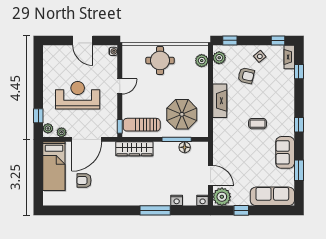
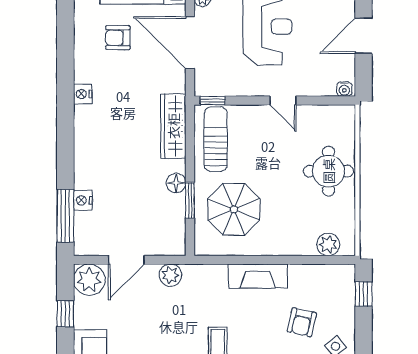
plant: (219, 58) -> (170, 275), moved
window: (177, 139) -> (190, 200), width x0.69
floor lamp: (185, 147) -> (176, 183), moved
armchair: (84, 180) -> (118, 38), turned -90
nightstand: (203, 200) -> (83, 94), moved
window: (155, 210) -> (65, 216), moved

